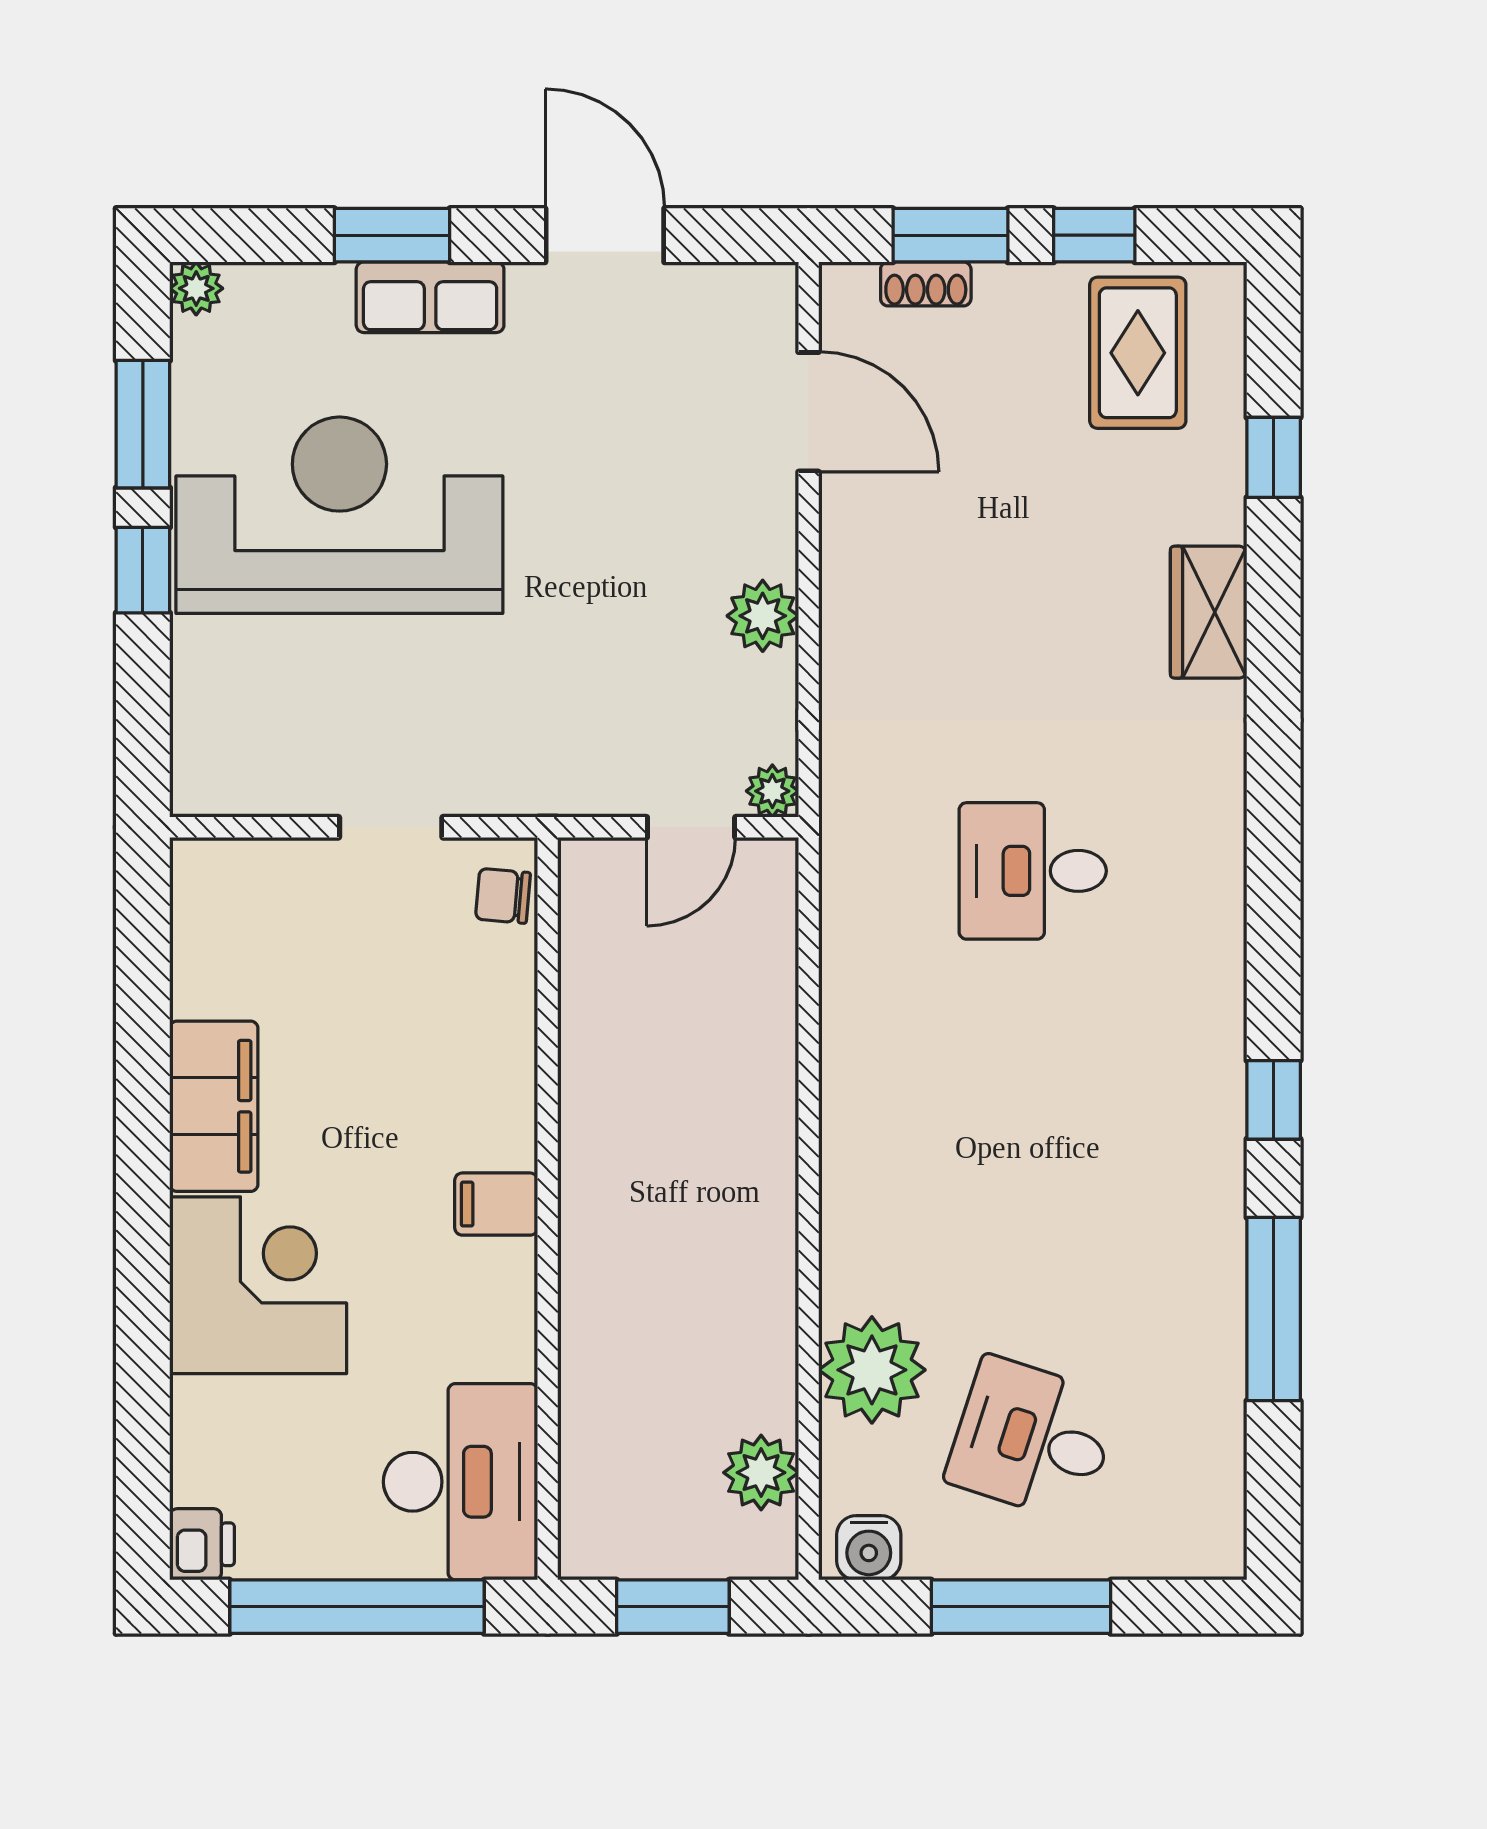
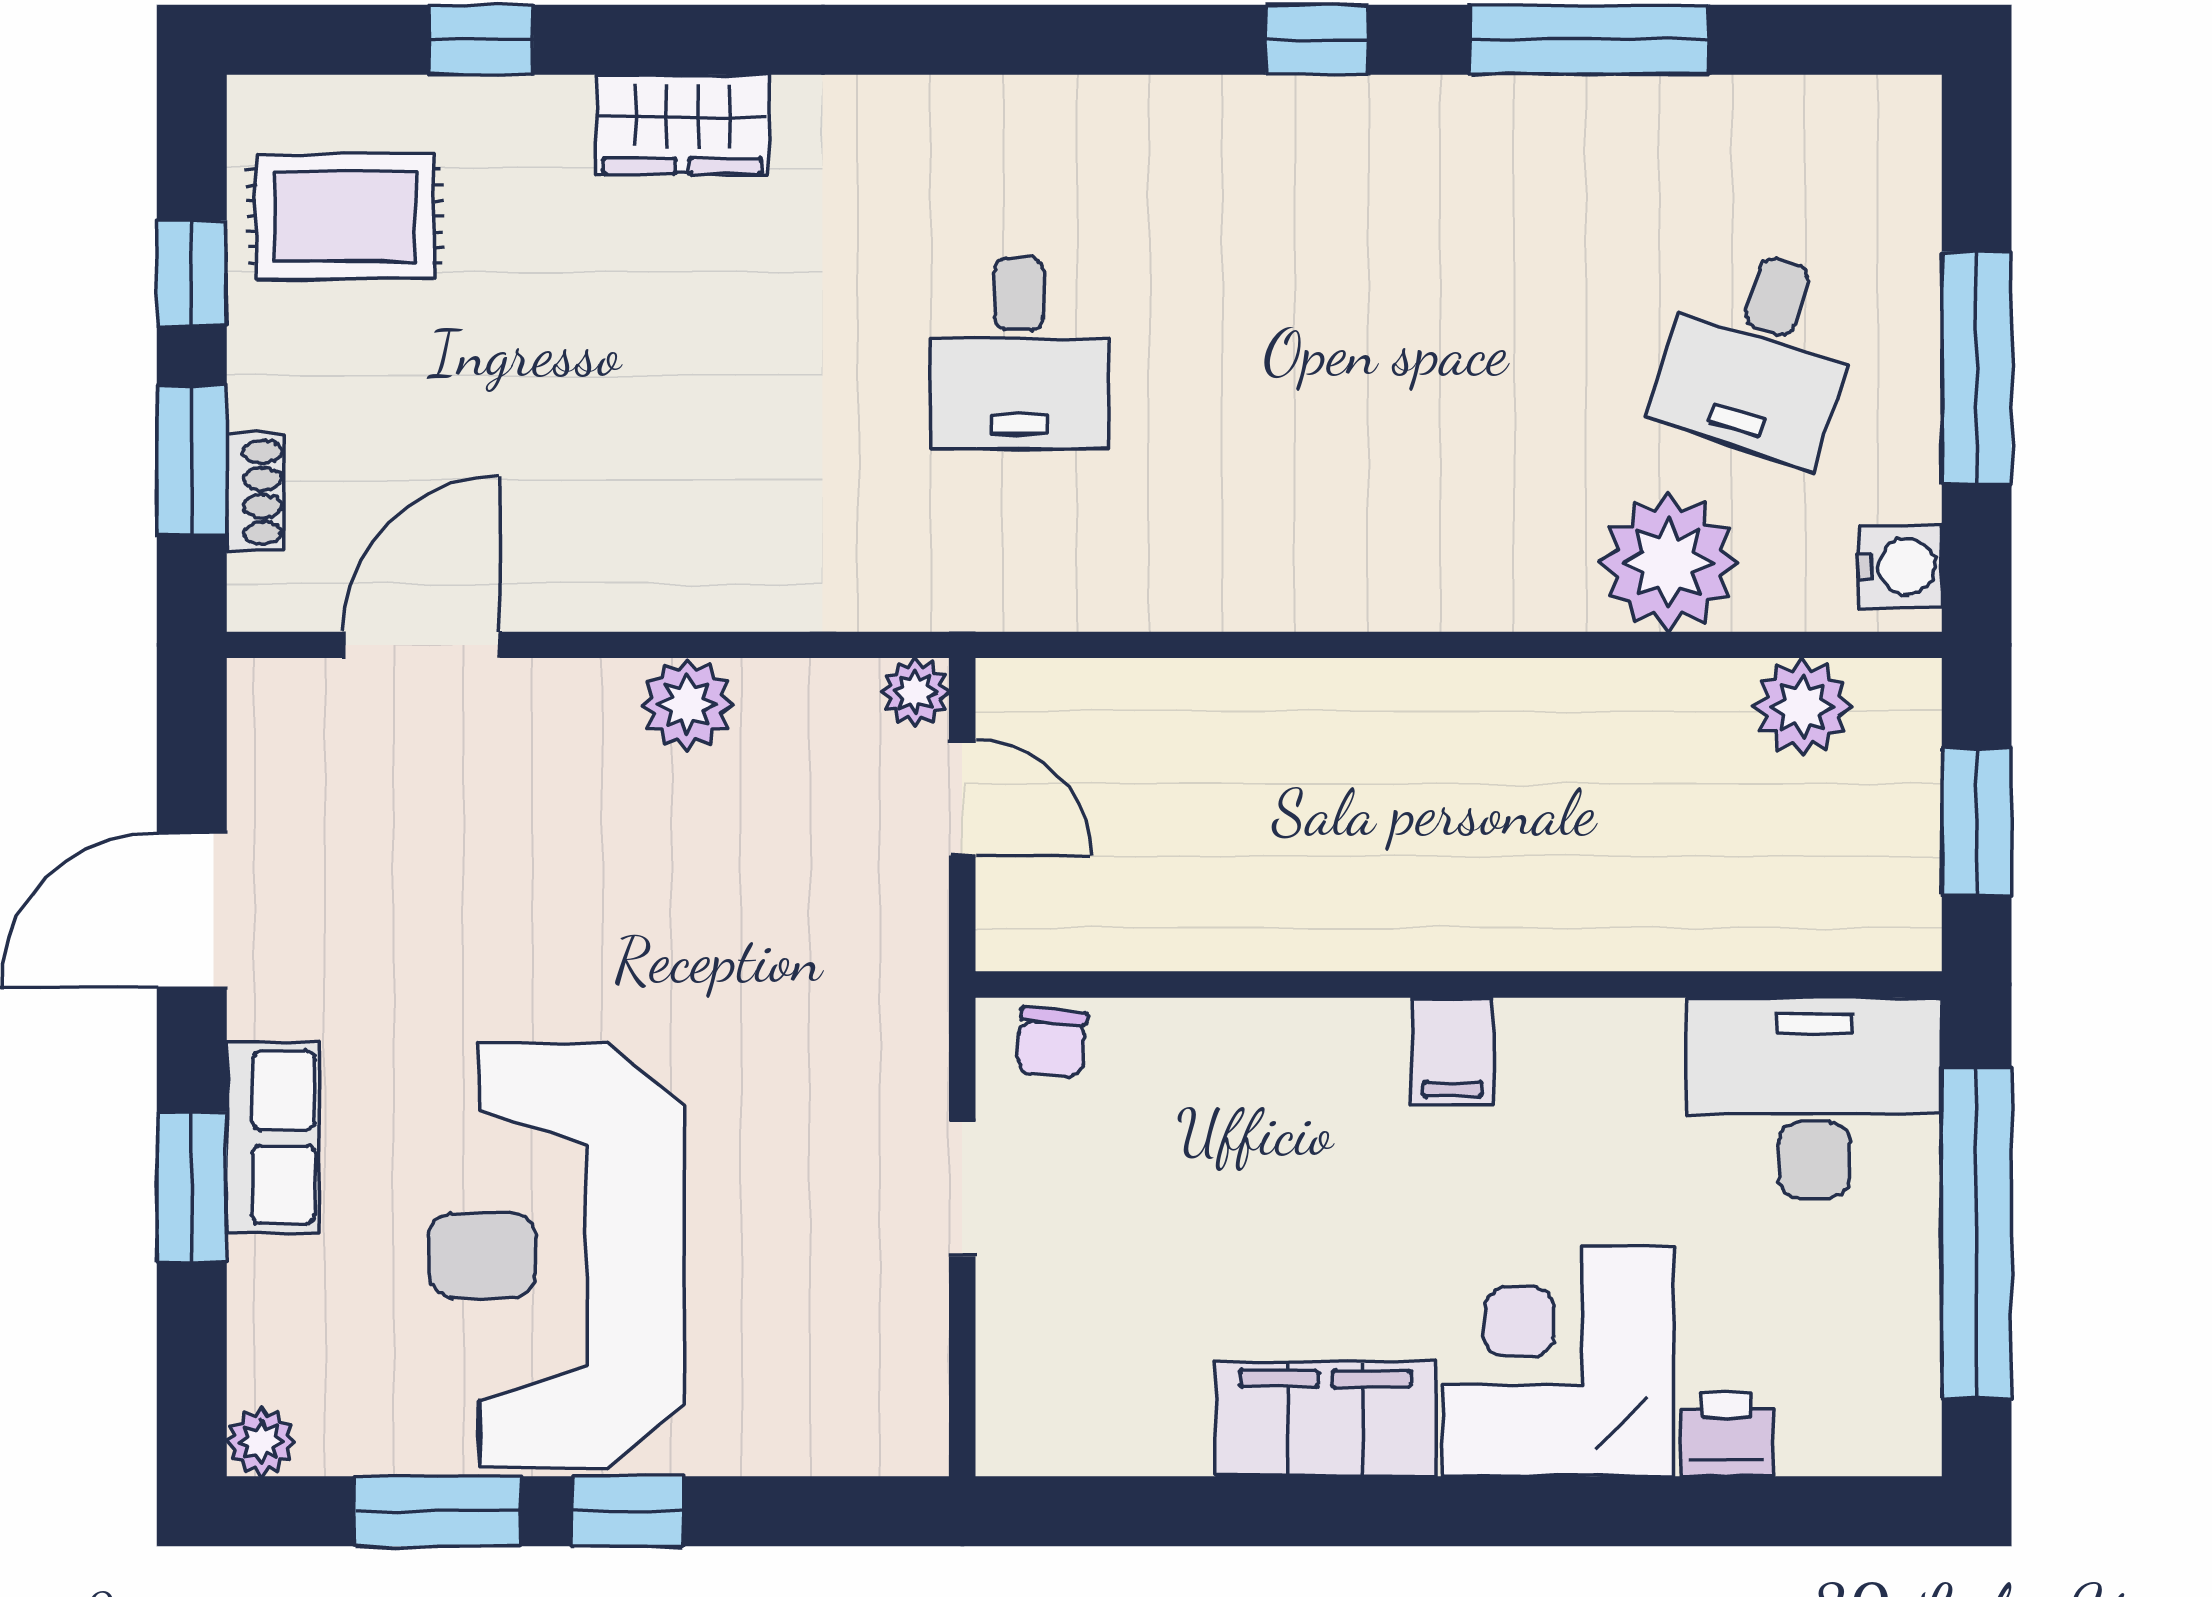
printer: (202, 1544) -> (1727, 1434), moved

